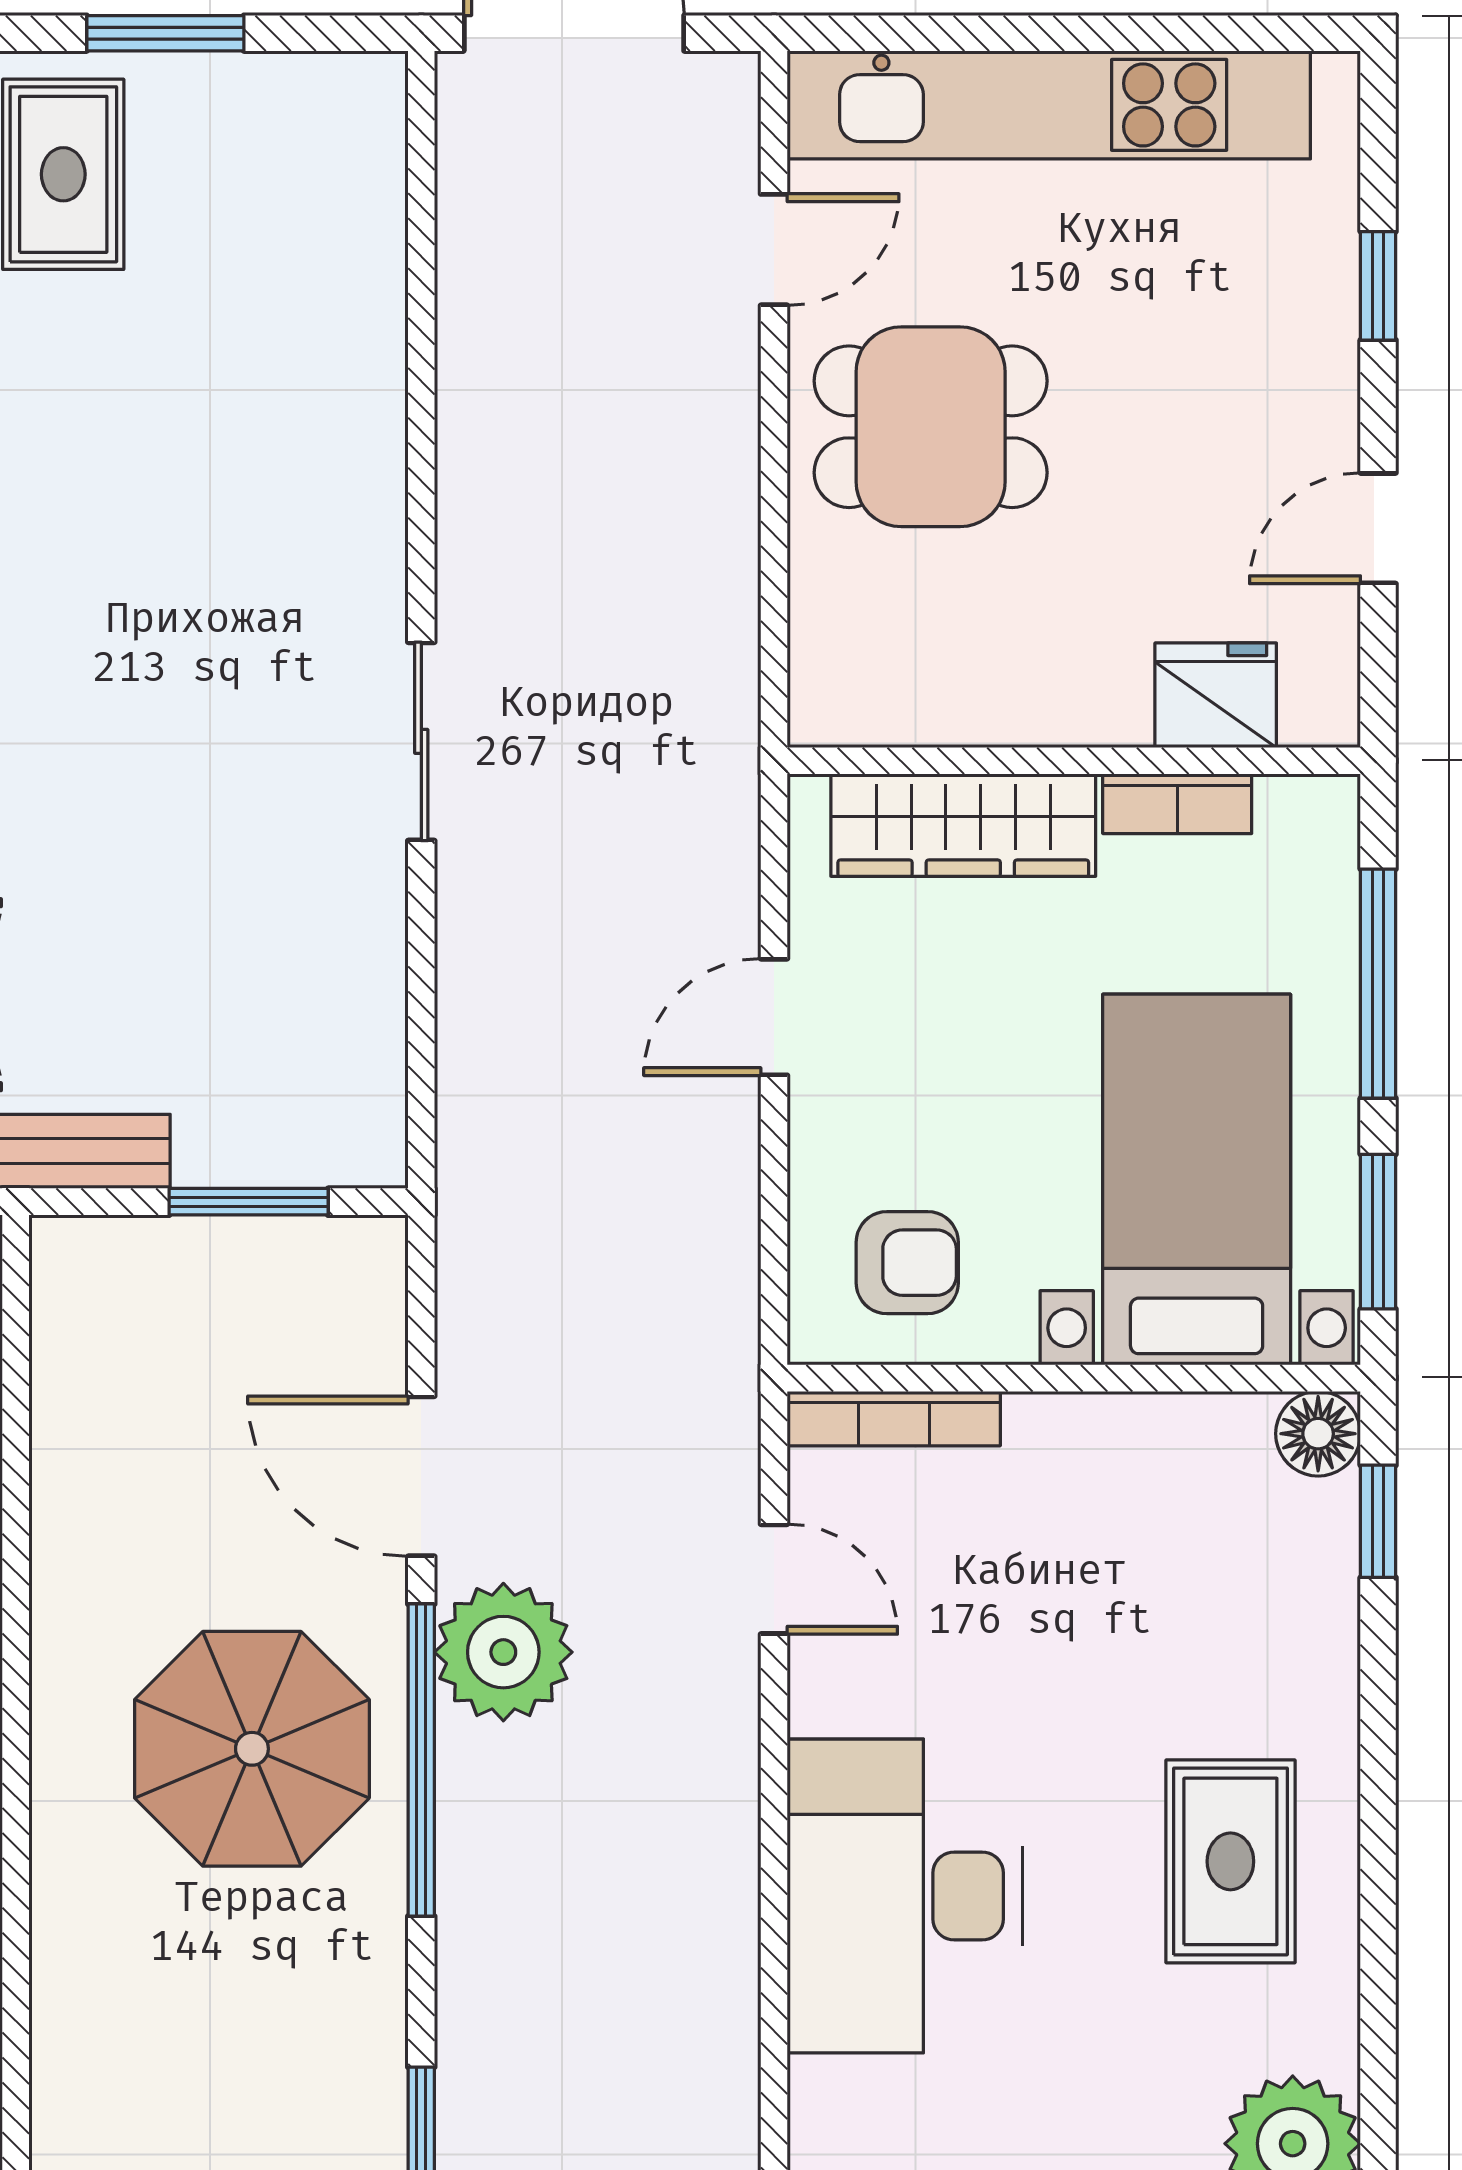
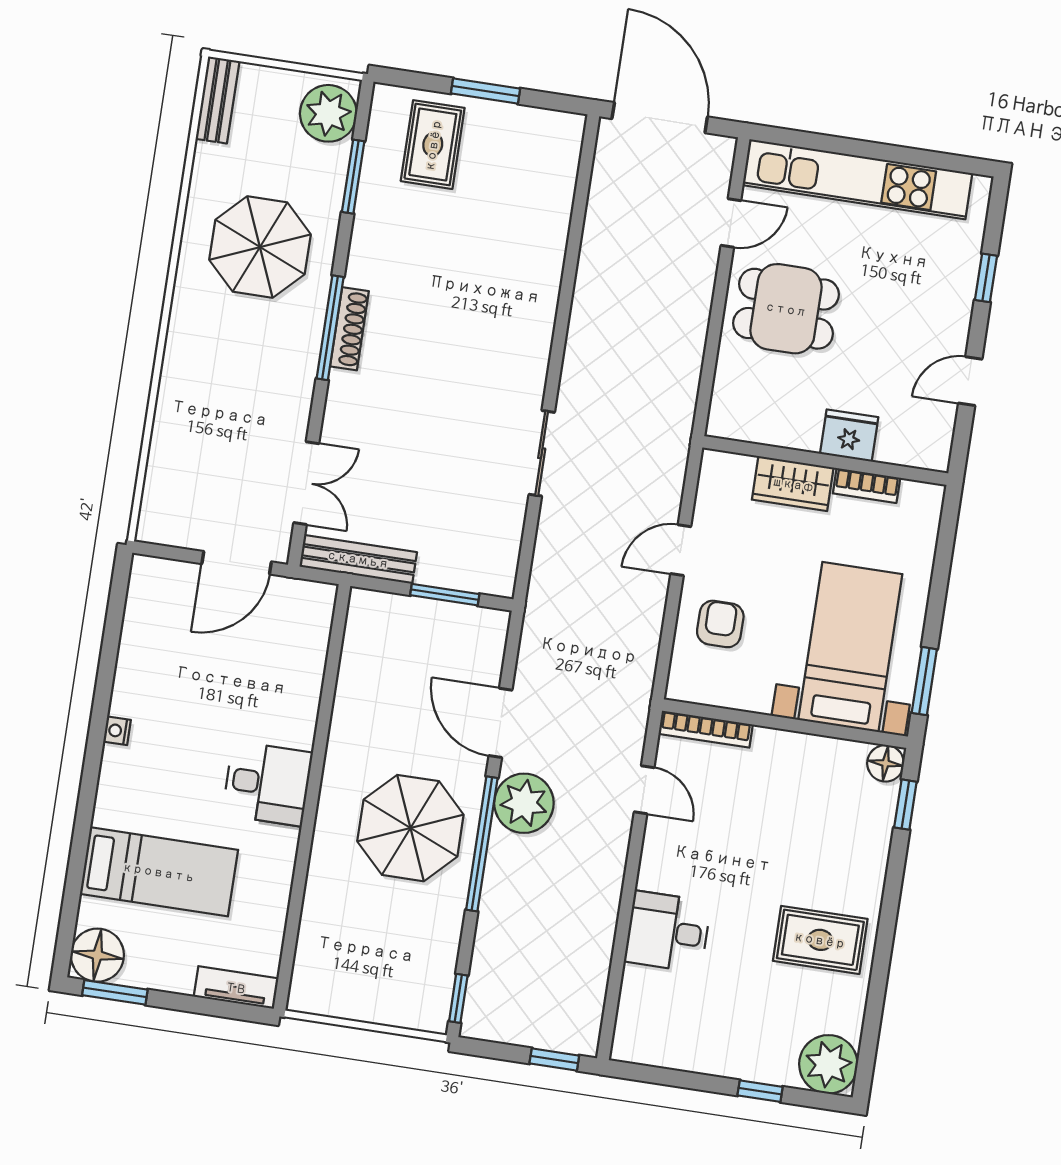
fridge: (1216, 695) -> (849, 436), moved
sliding door: (421, 741) -> (542, 453), moved
wardrobe: (963, 825) -> (793, 484), width x0.67
window: (1378, 984) -> (940, 575), removed
armchair: (907, 1263) -> (720, 624), moved, turned -90
rug: (1230, 1861) -> (820, 940), turned 90
desk: (905, 1896) -> (668, 932), width x0.53, depth x0.77

